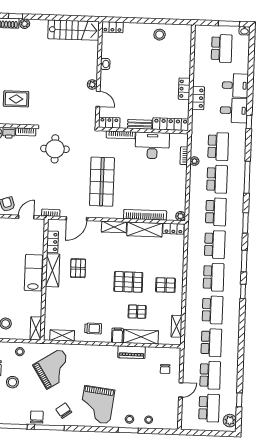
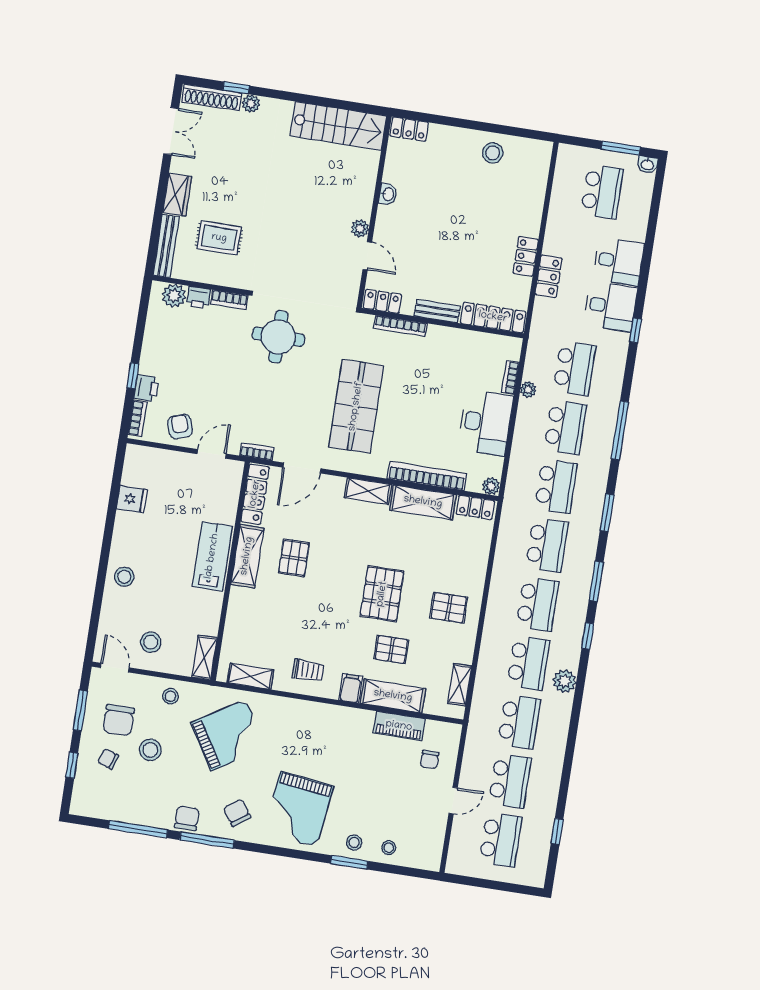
desk: (152, 145) -> (485, 423), moved, turned 90
locker: (52, 242) -> (255, 494), width x1.53
pallet: (128, 282) -> (382, 594), turned 90
piano: (131, 352) -> (399, 726), moved
plant: (230, 421) -> (564, 681), moved

